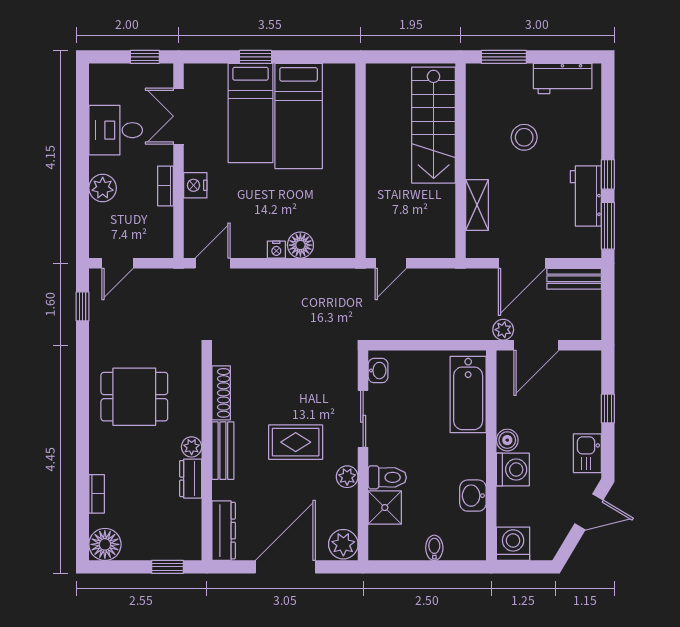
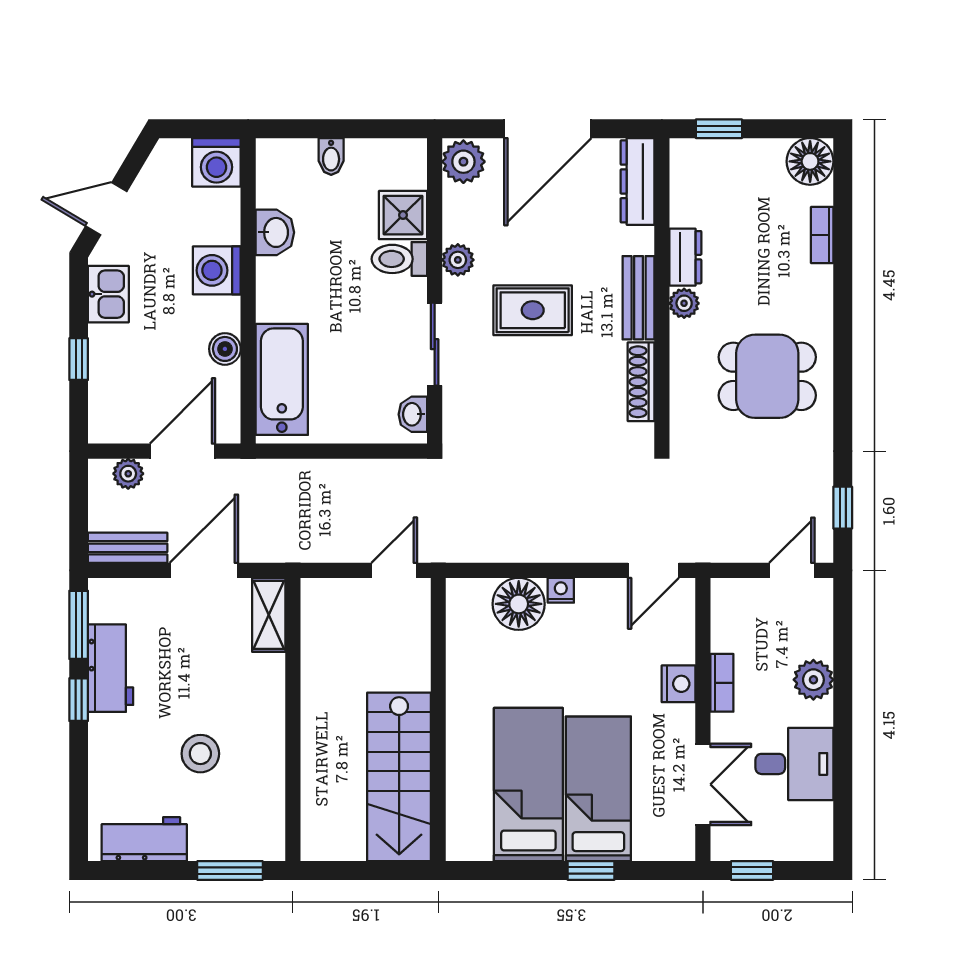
stairs: (434, 125) -> (399, 777), moved, turned 180
shelving: (477, 205) -> (269, 615), moved
floor lamp: (300, 245) -> (519, 604), width x1.38, depth x1.38
plant: (503, 330) -> (128, 474), moved
boiler: (507, 440) -> (225, 349), moved

